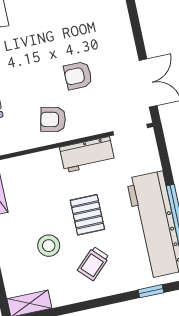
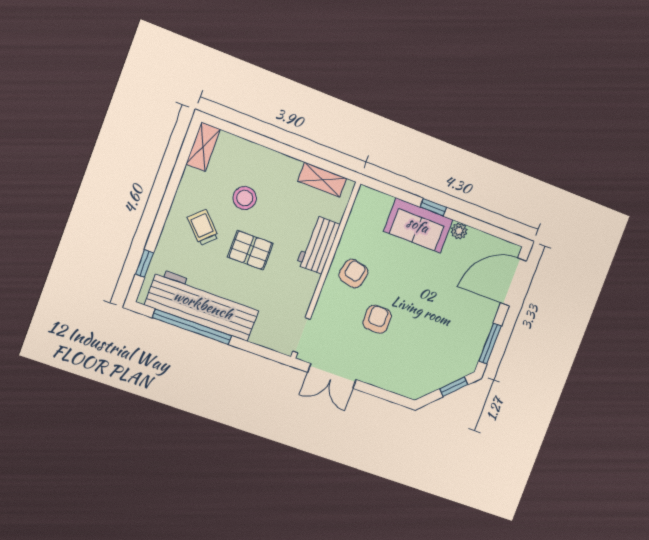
workbench: (87, 155) -> (318, 245), moved

